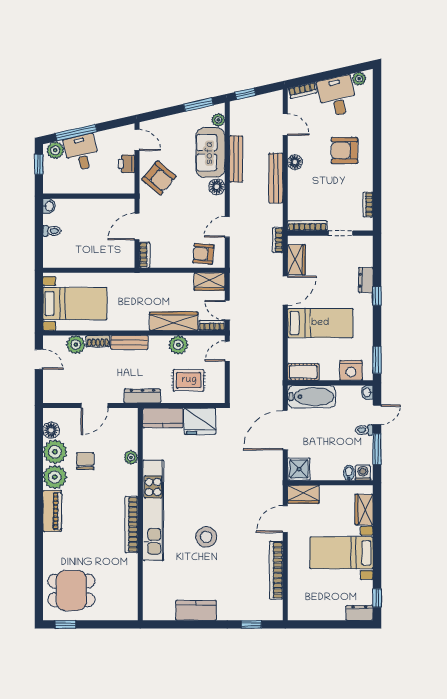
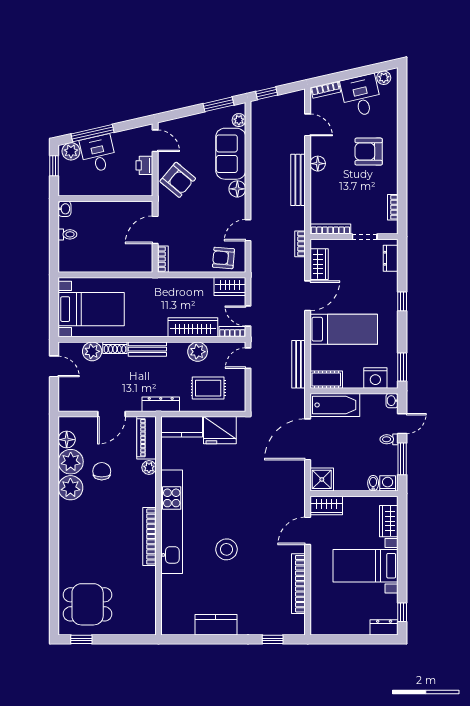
bench: (236, 159) -> (299, 364), moved
dresser: (366, 280) -> (391, 258), moved
piano: (52, 511) -> (146, 438), moved, turned 180

